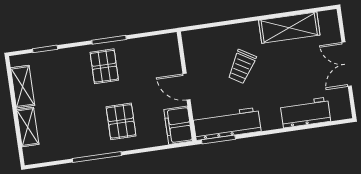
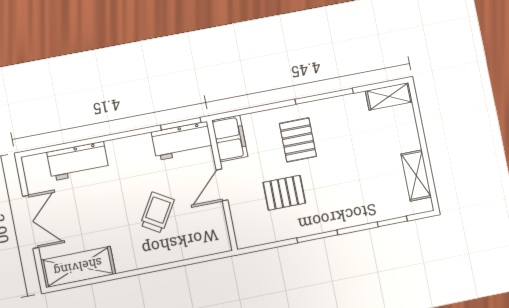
shelving: (289, 28) -> (78, 267), moved
pallet: (104, 66) -> (284, 193), moved, turned 90
door: (187, 87) -> (222, 185), swing flipped
workbench: (227, 124) -> (182, 141), width x0.73
shelving: (28, 127) -> (389, 96), moved, turned 90

